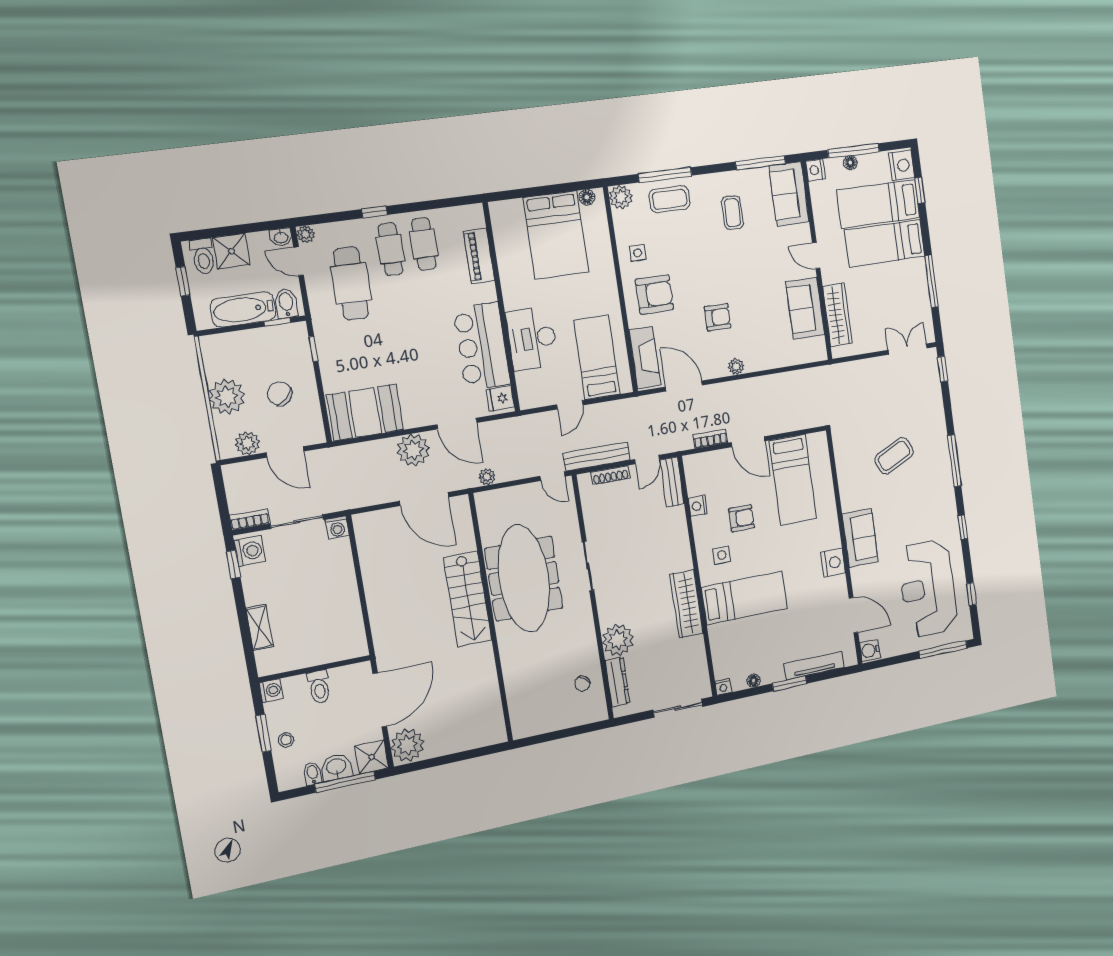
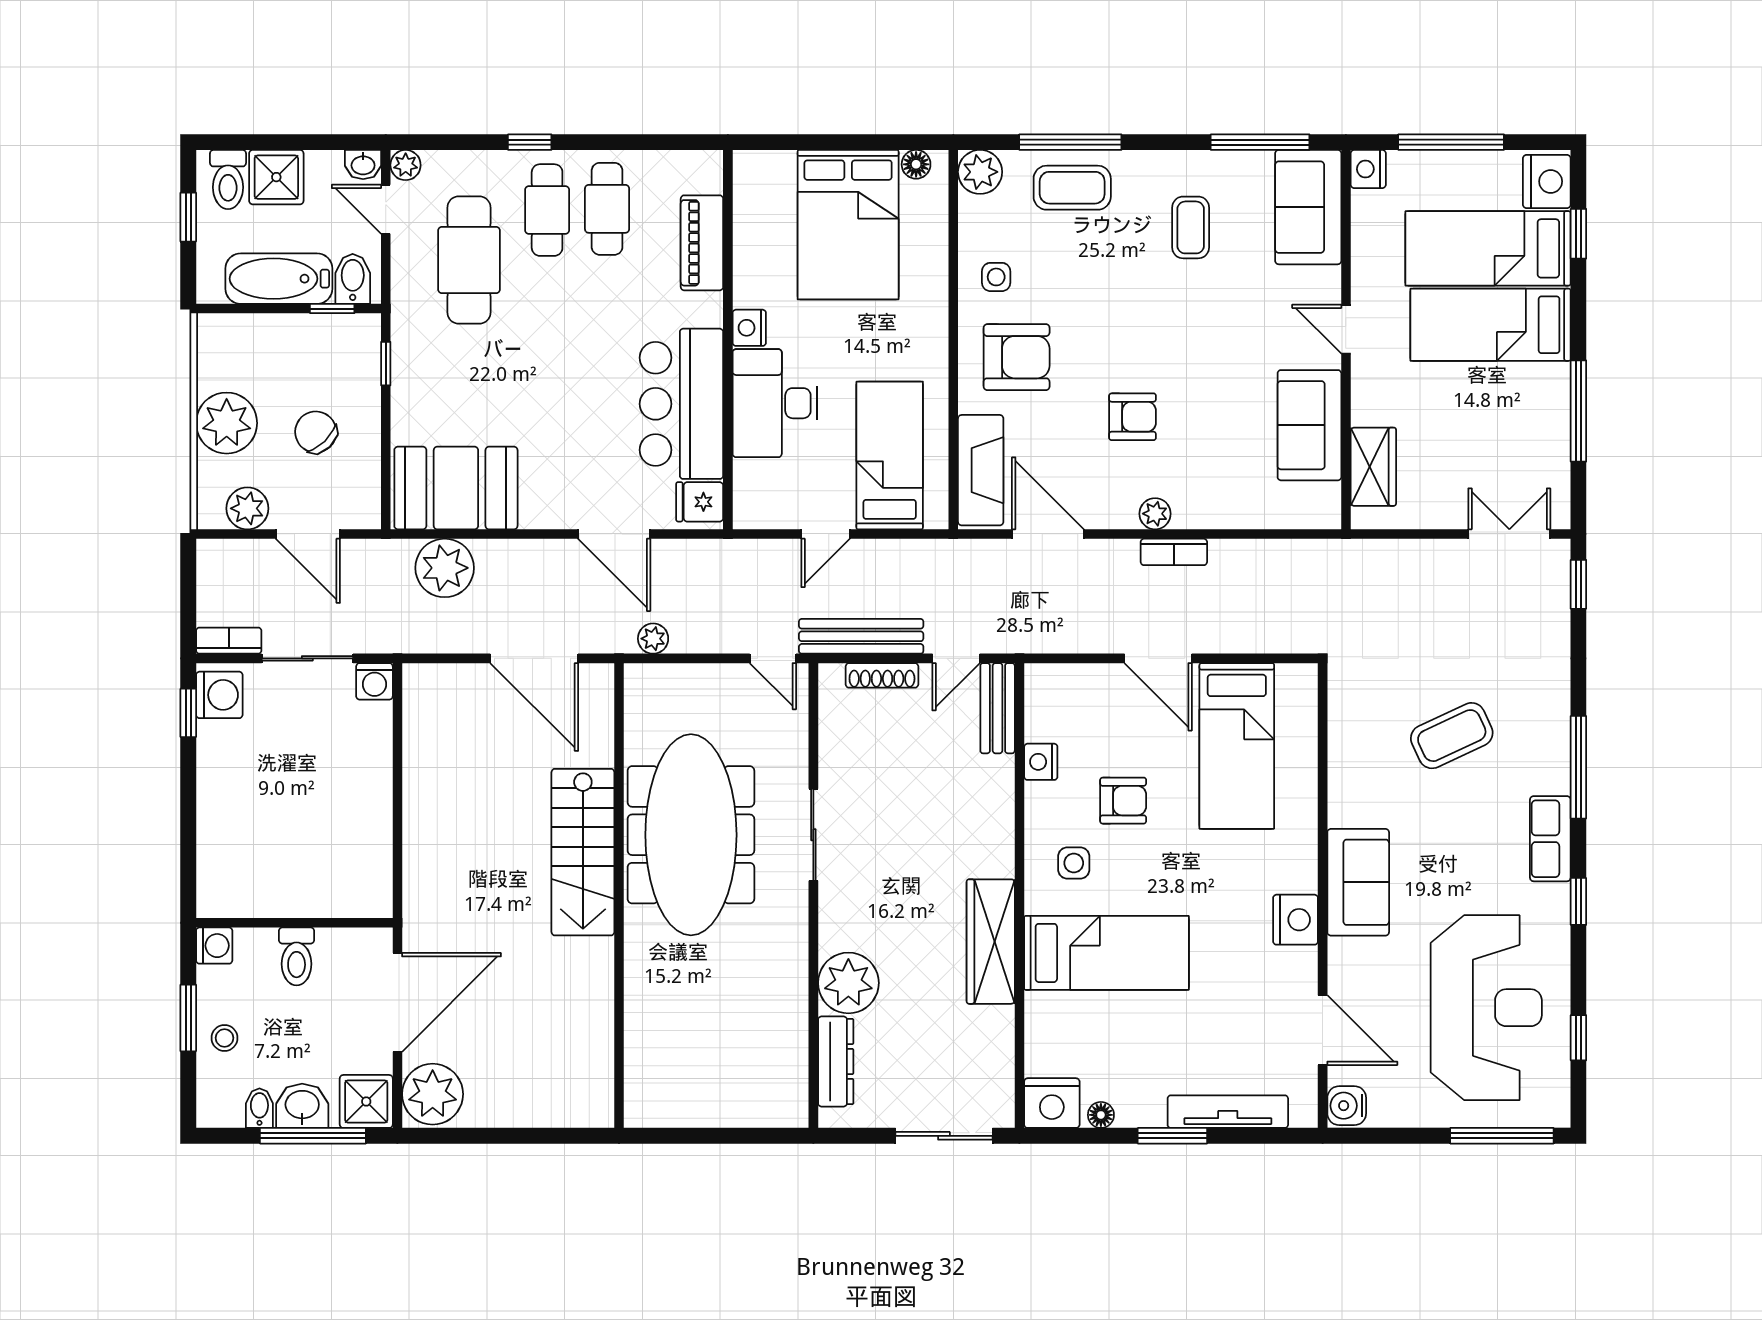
floor lamp: (850, 163) -> (1441, 164), removed
nightstand: (512, 299) -> (749, 328), added
wardrobe: (837, 315) -> (1373, 467), width x0.67
bookcase: (710, 439) -> (1174, 552), moved, turned 180
plant: (413, 450) -> (445, 568), moved
row of seats: (946, 499) -> (1550, 839), added
reception desk: (928, 588) -> (1486, 1008), turned 180
shelving: (260, 628) -> (213, 831), removed
chair: (582, 683) -> (769, 1050), removed
nightstand: (723, 687) -> (1052, 1103), width x1.89, depth x1.79

